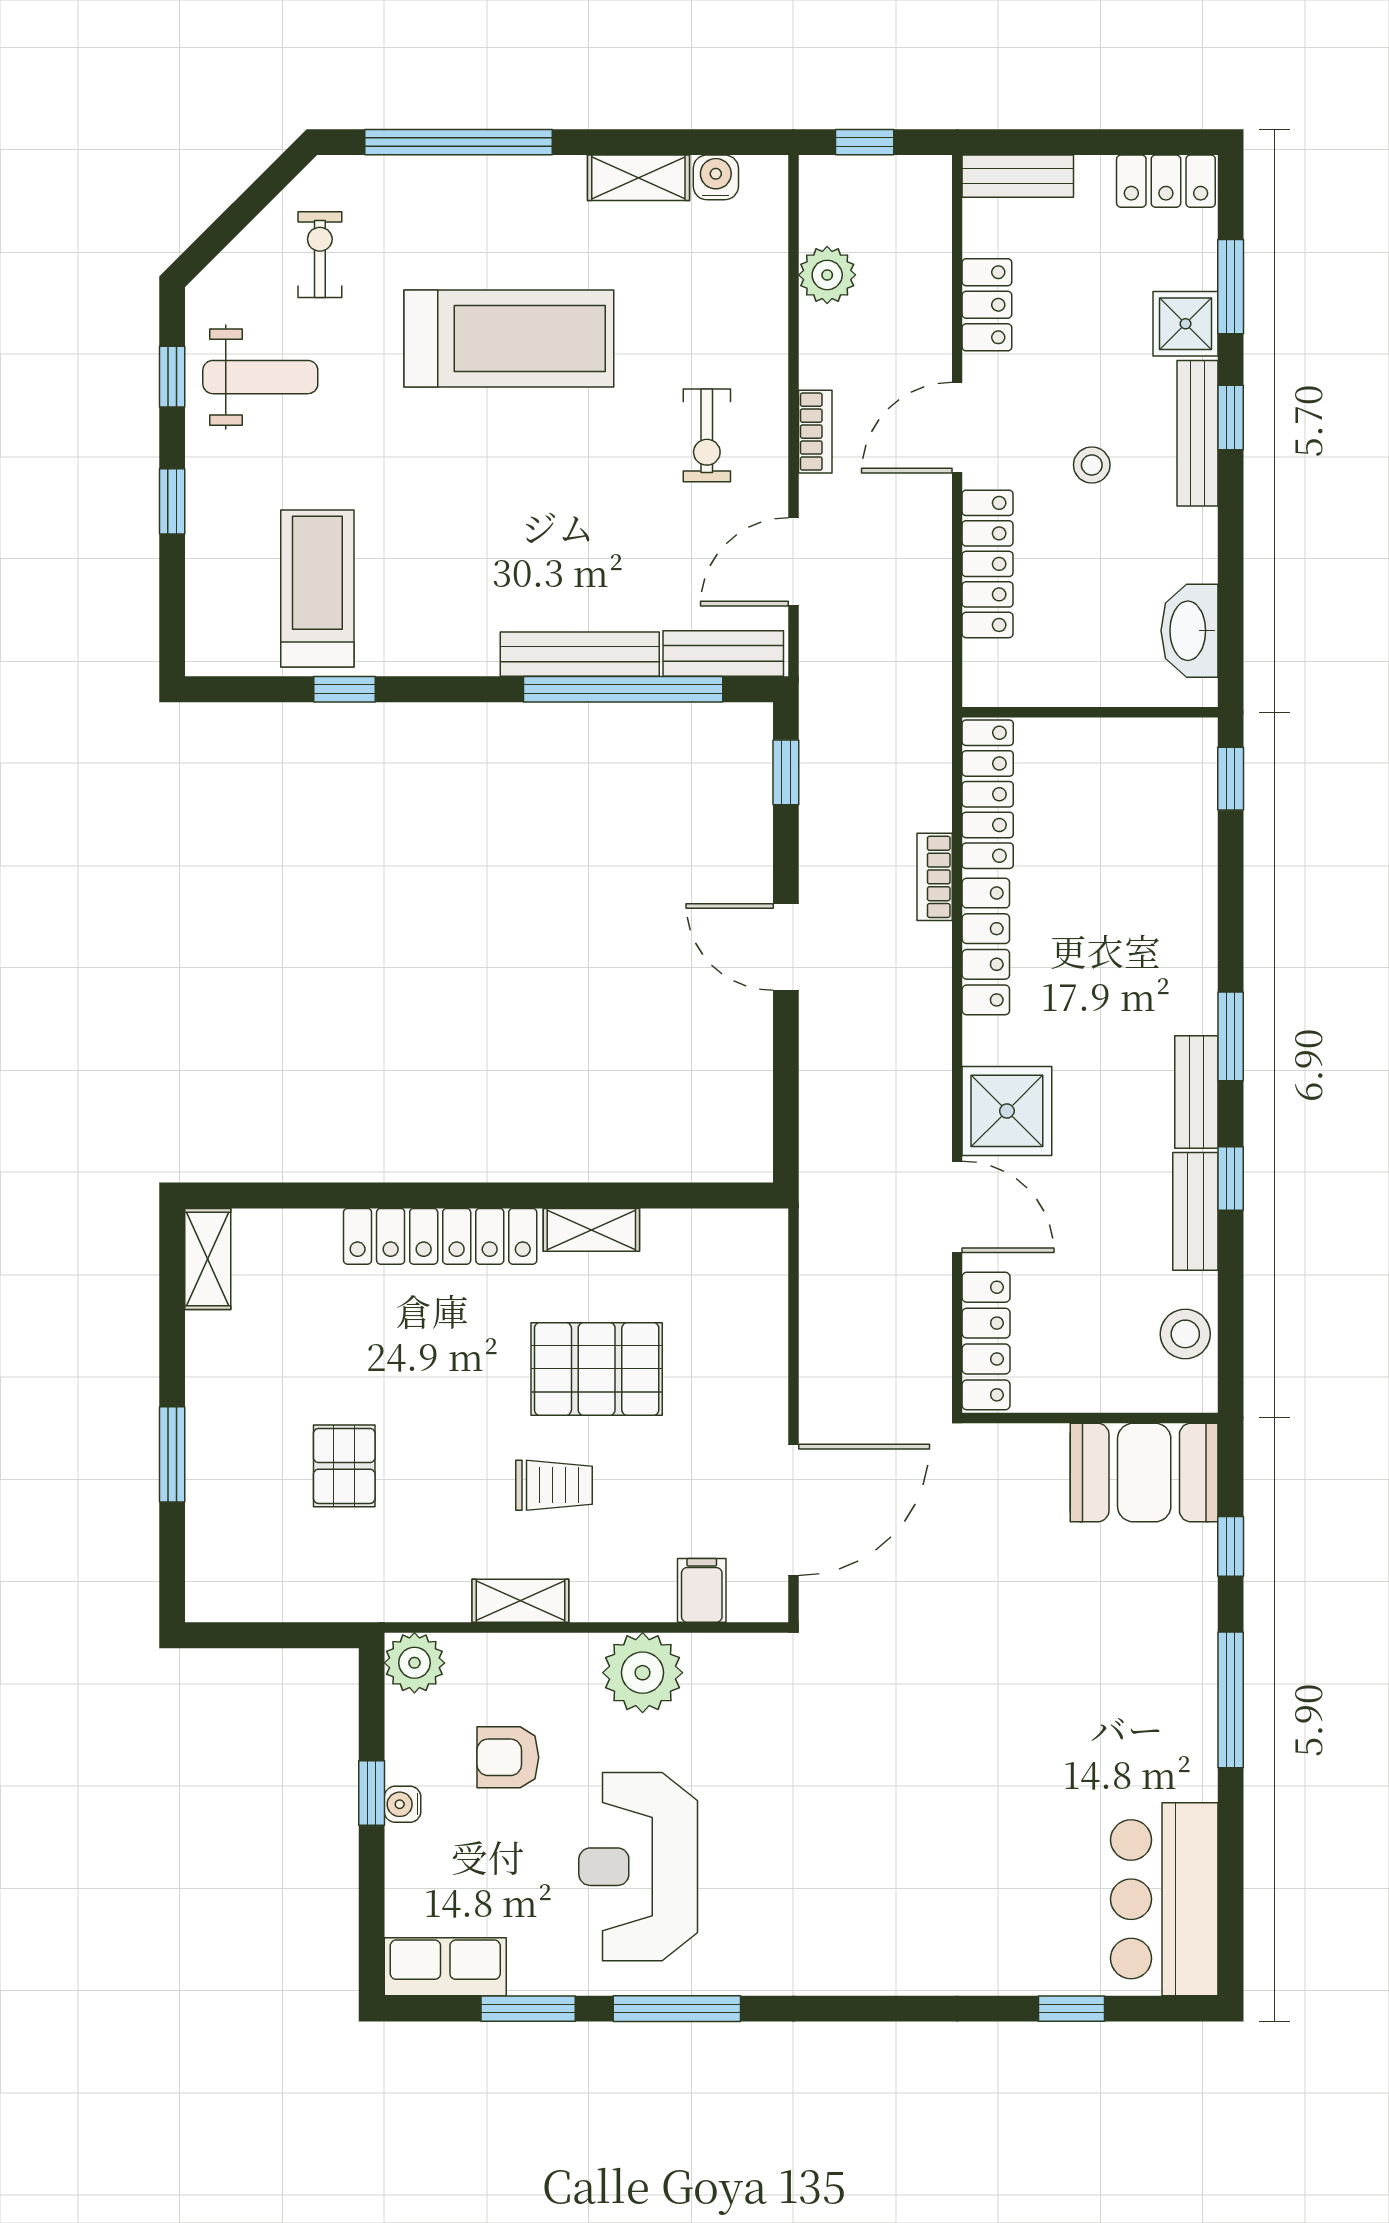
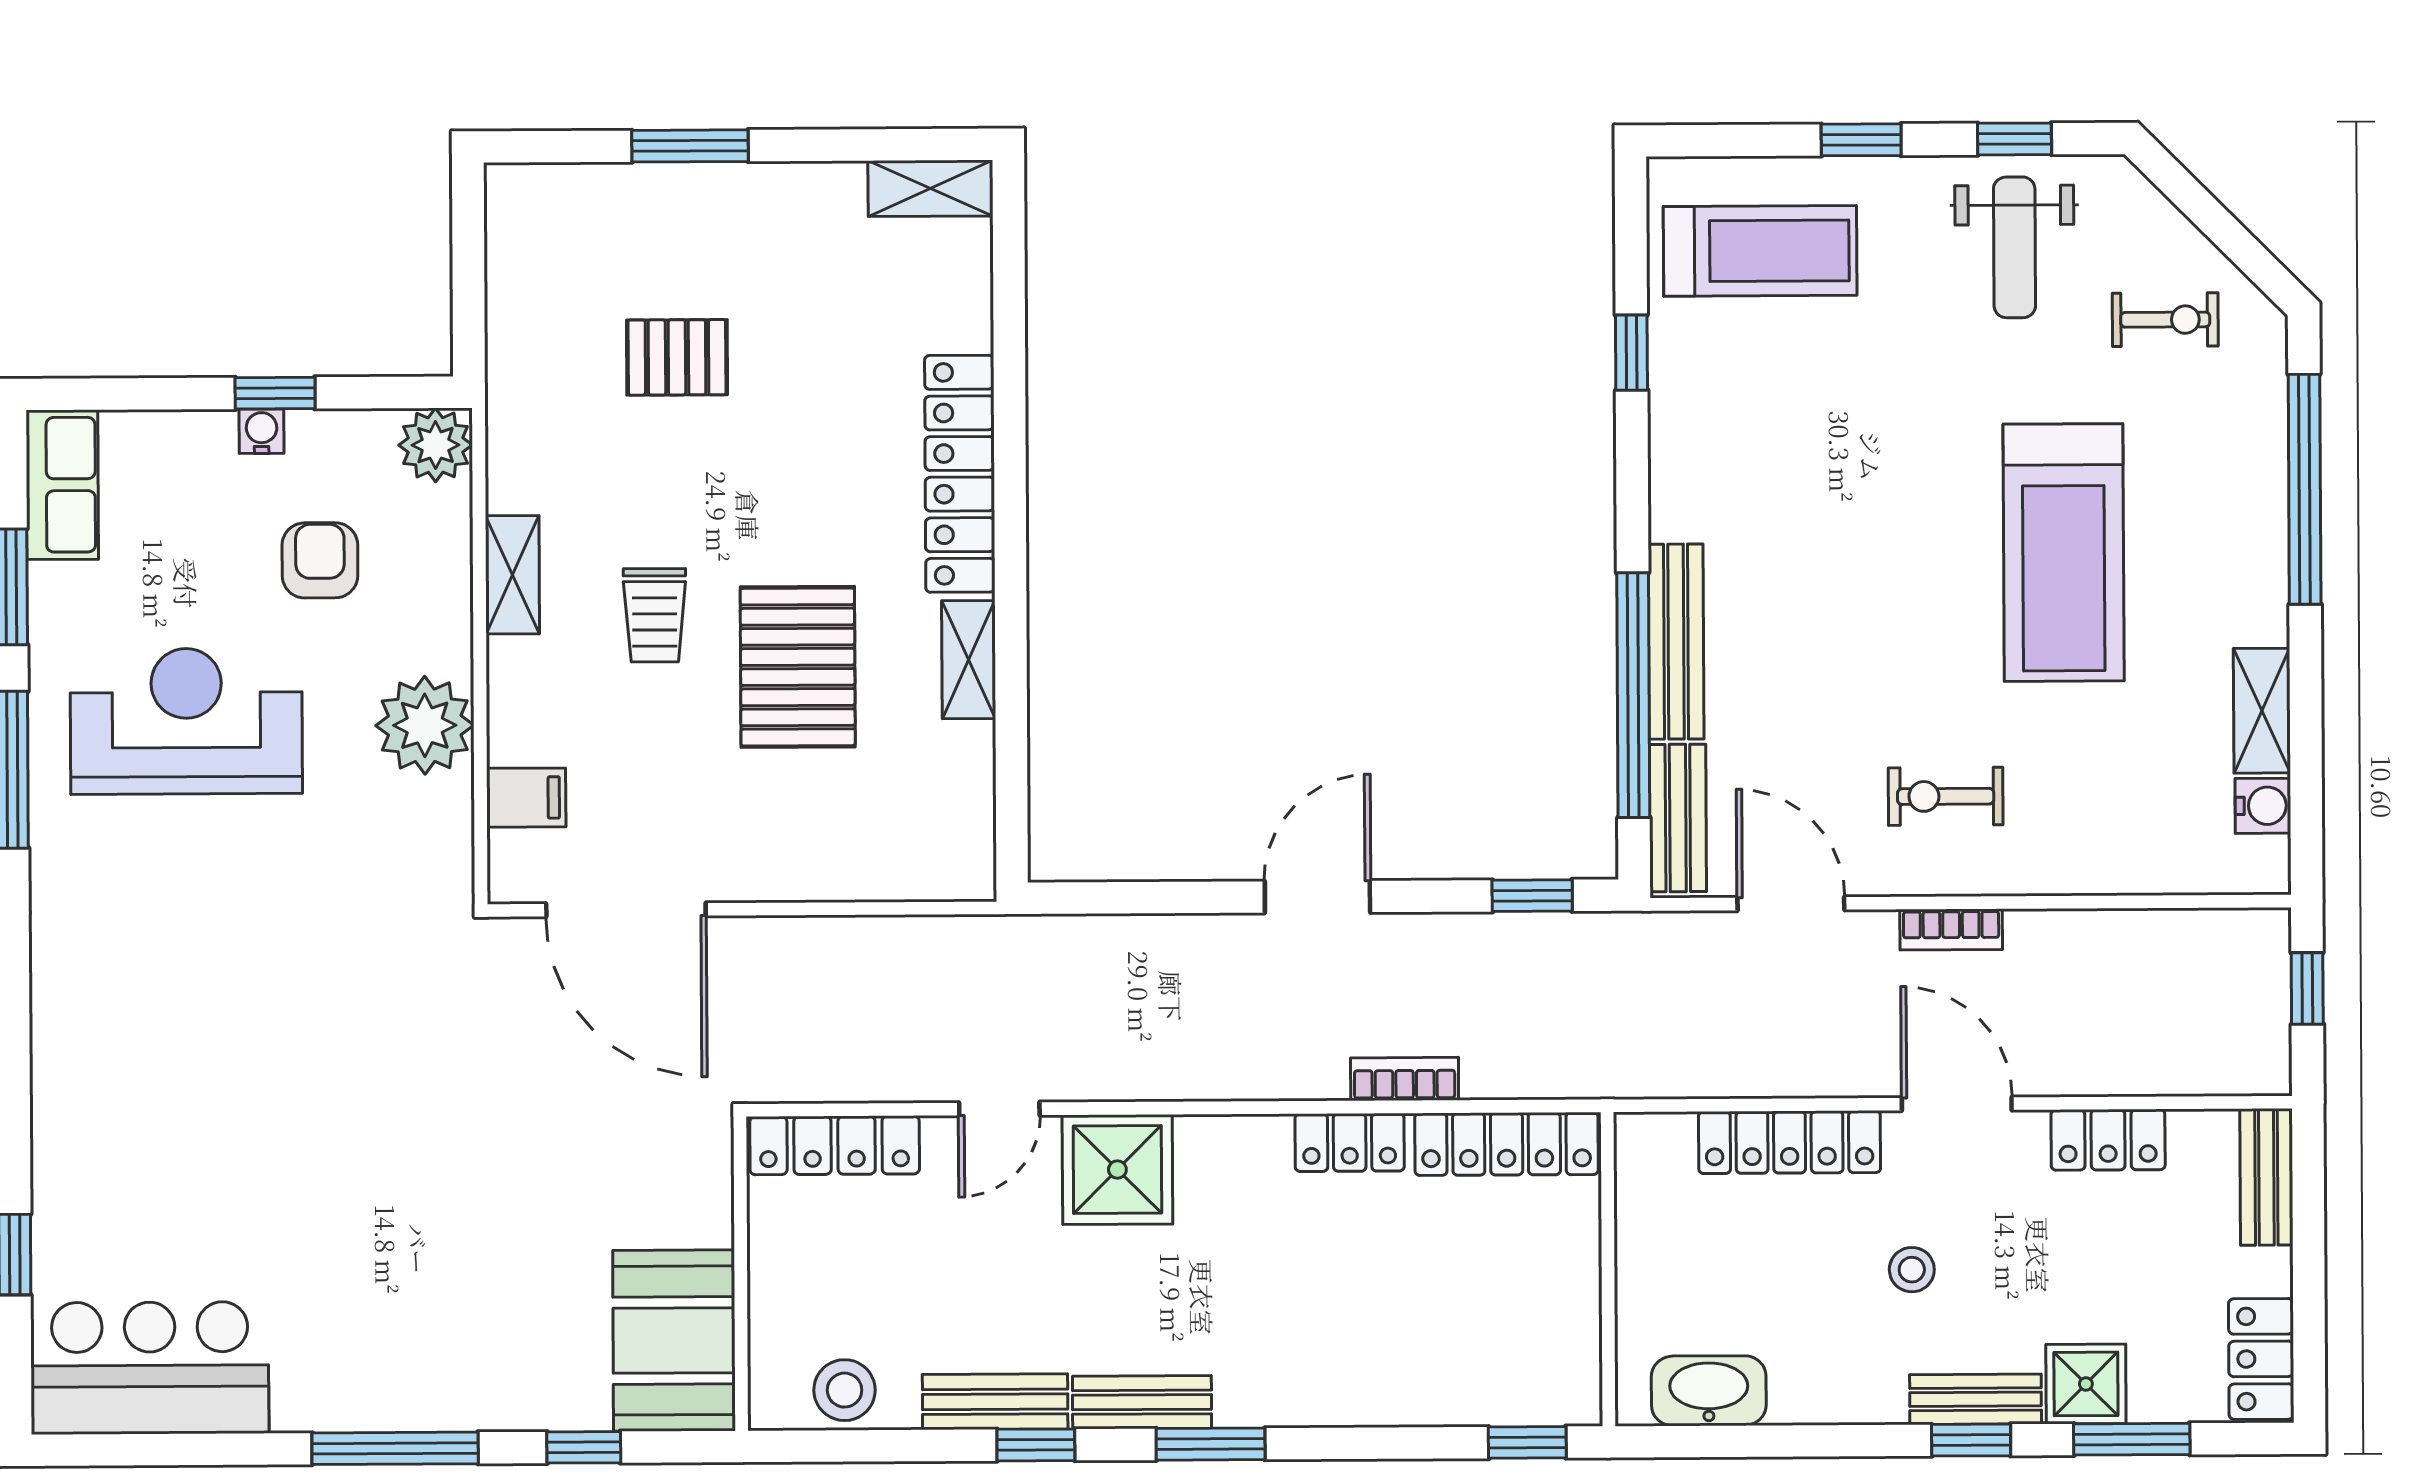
plant: (827, 275) -> (2144, 943), removed
bench: (1198, 433) -> (1976, 1399), width x0.73
treadmill: (317, 588) -> (1760, 251), moved
locker: (986, 946) -> (1350, 1142), width x0.66
door: (957, 1207) -> (999, 1109), width x0.73

